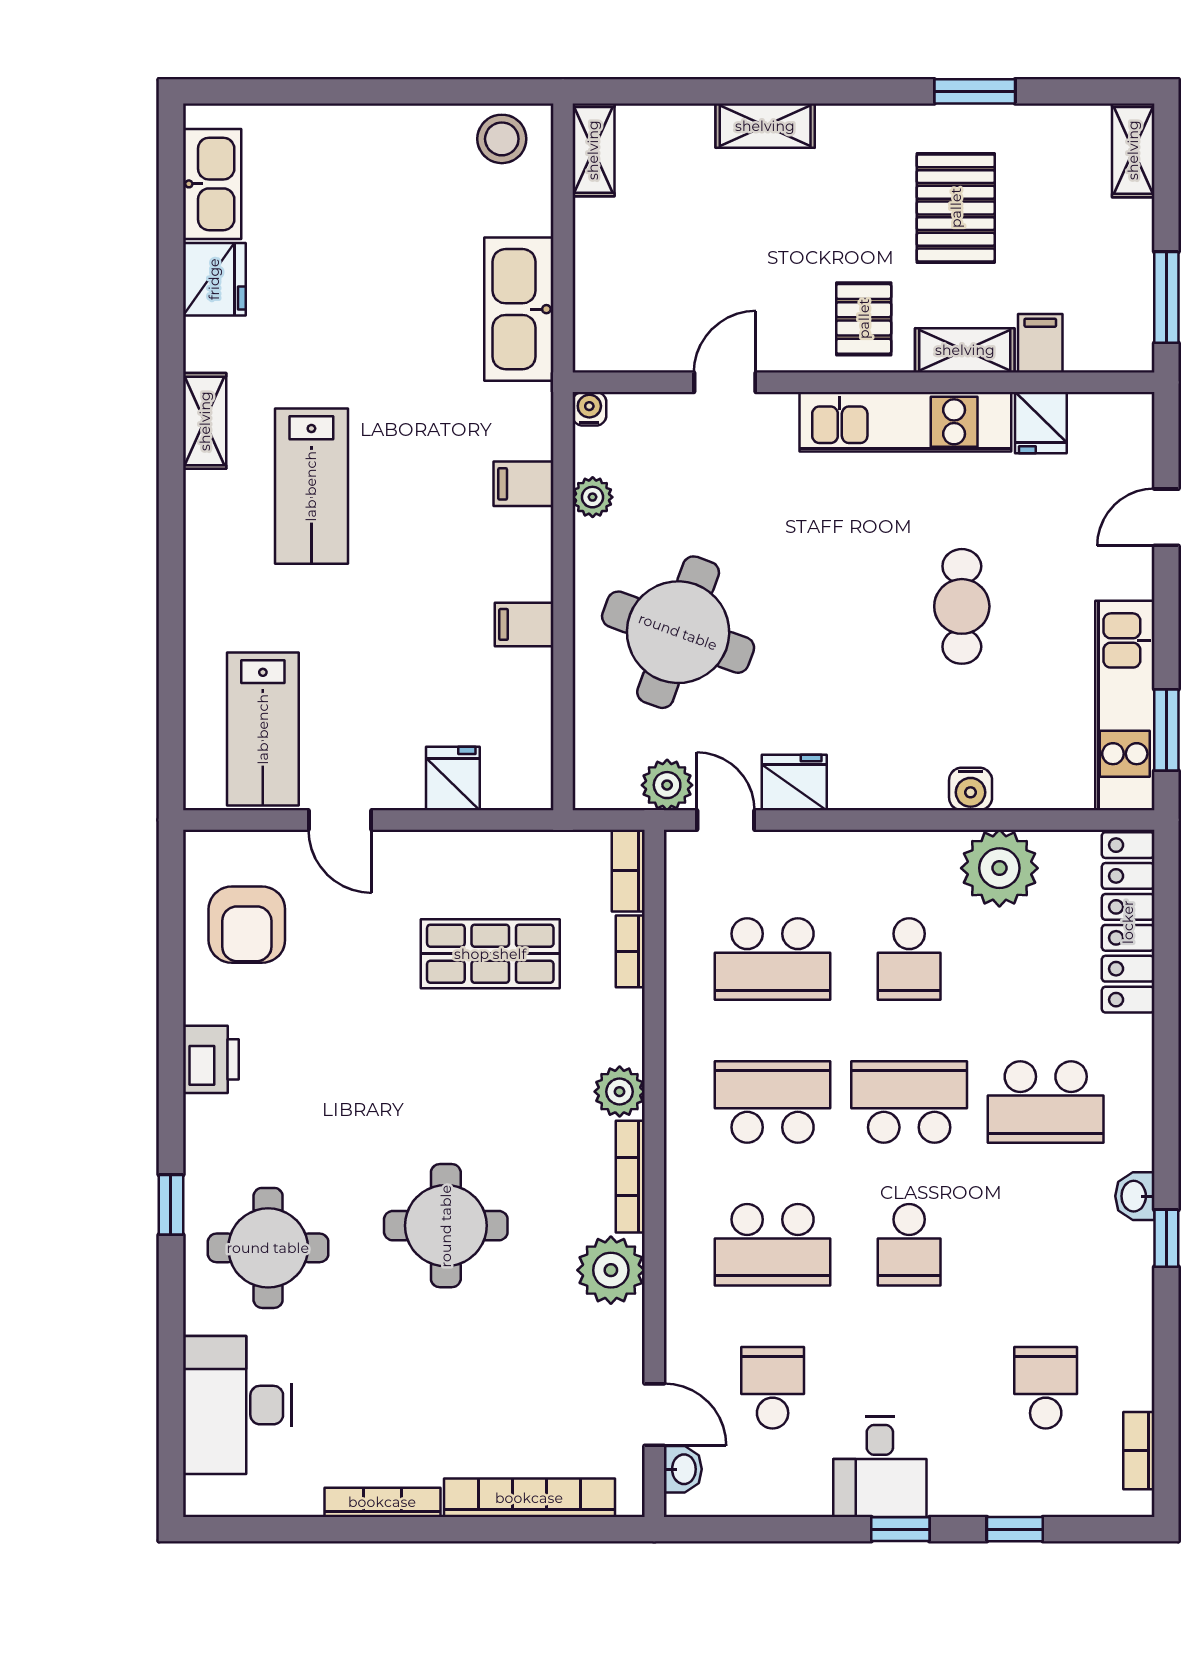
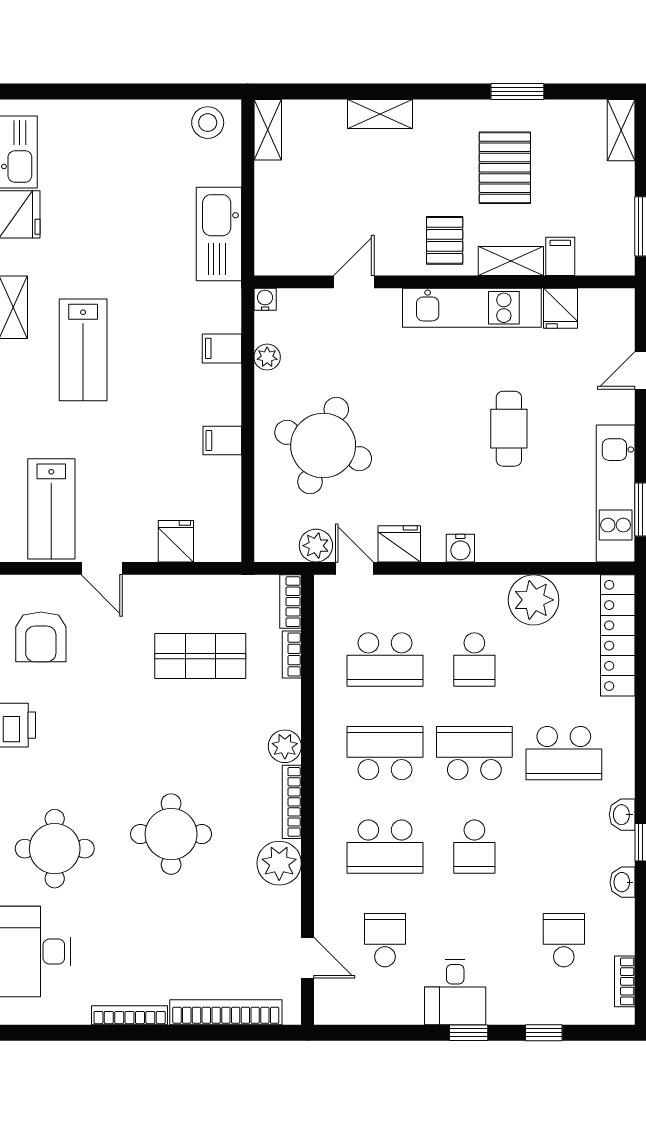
water cooler: (971, 789) -> (460, 548), moved
washbasin: (683, 1469) -> (623, 882), moved, turned 180

